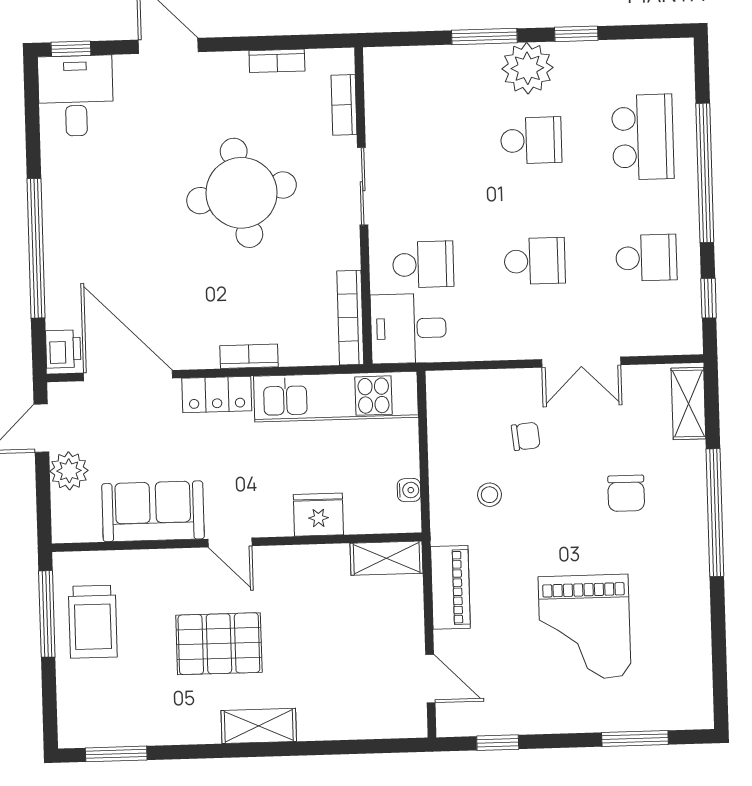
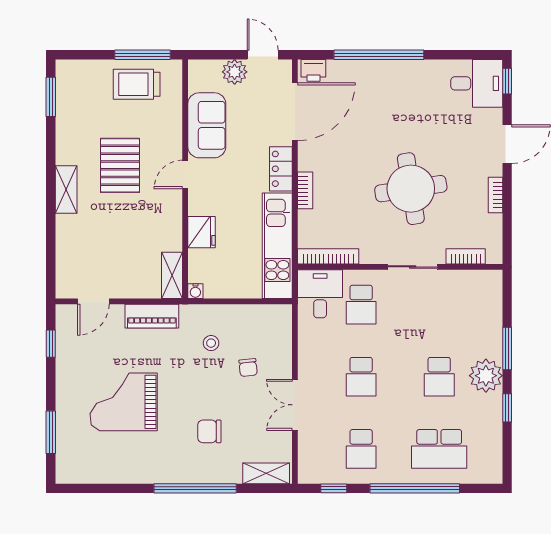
bookcase: (277, 61) -> (495, 195), moved
water cooler: (409, 490) -> (195, 291), moved

